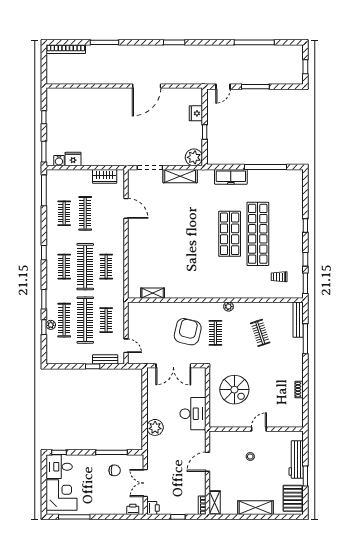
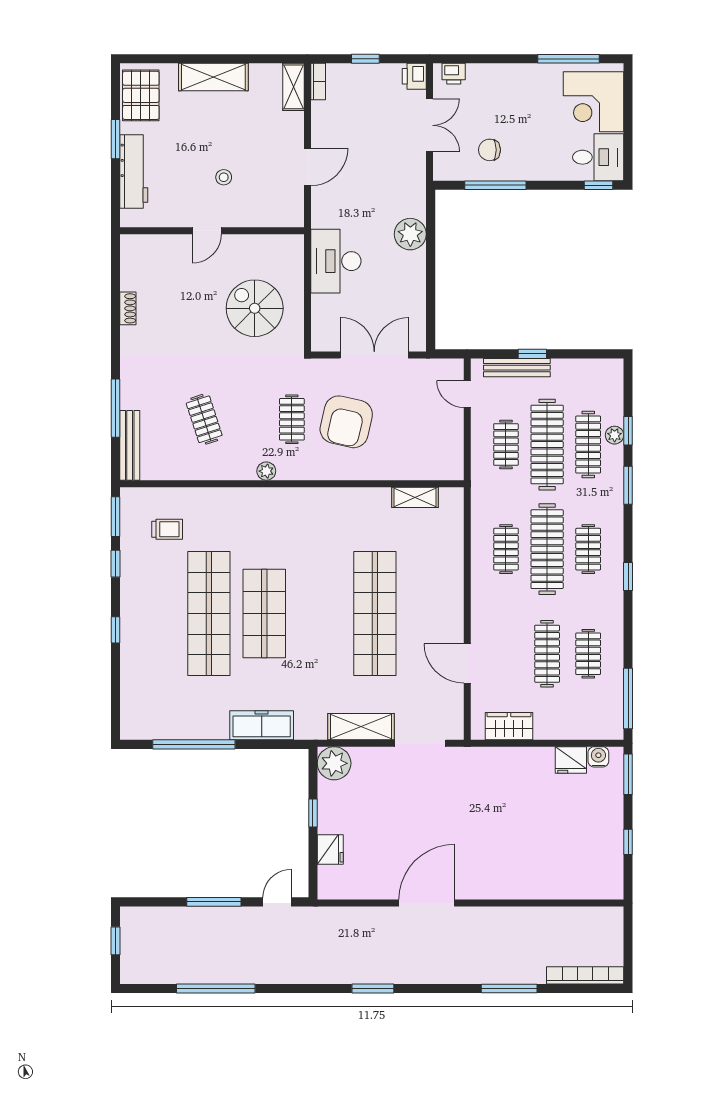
shop shelf: (173, 234) -> (375, 613), added
bench: (105, 359) -> (517, 368), width x1.36

